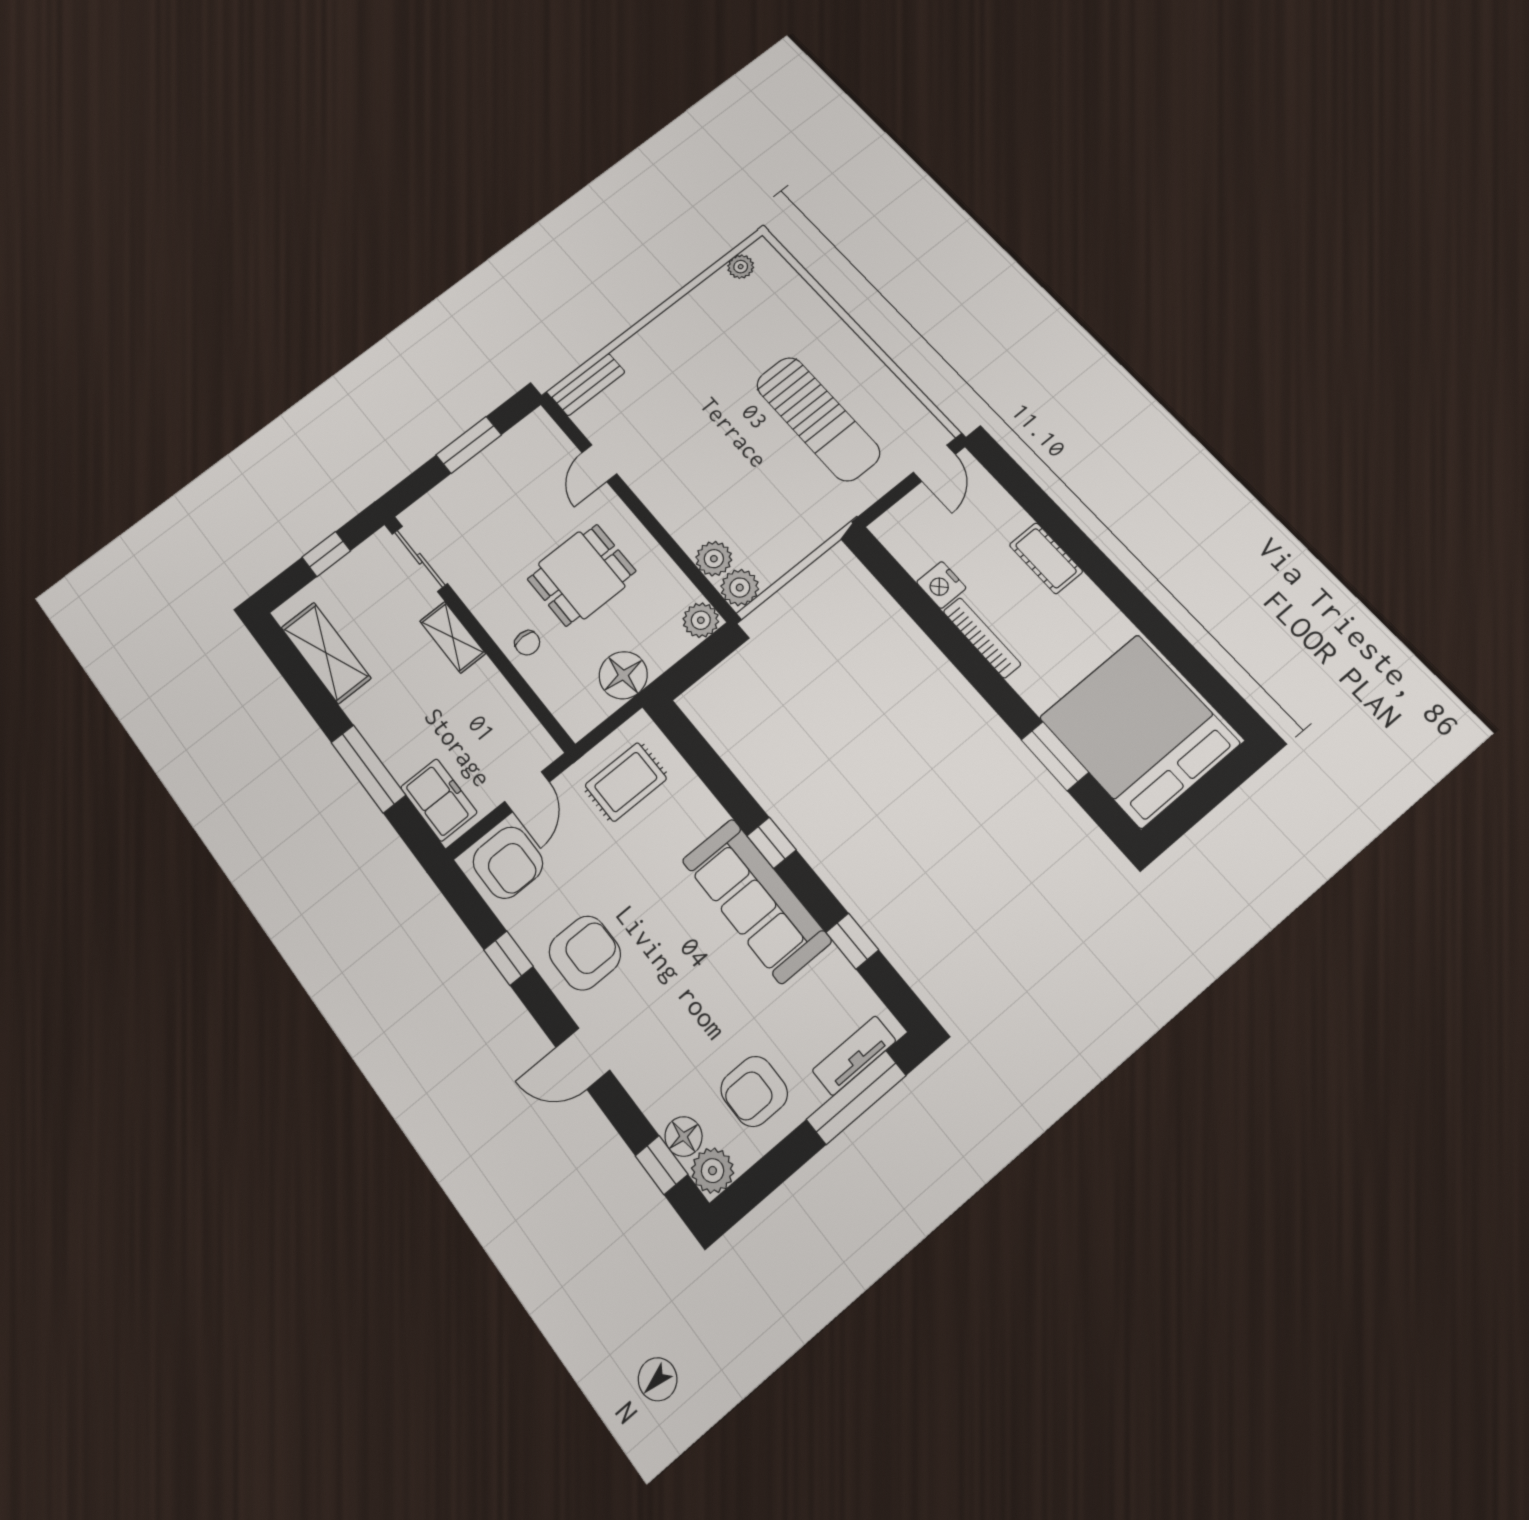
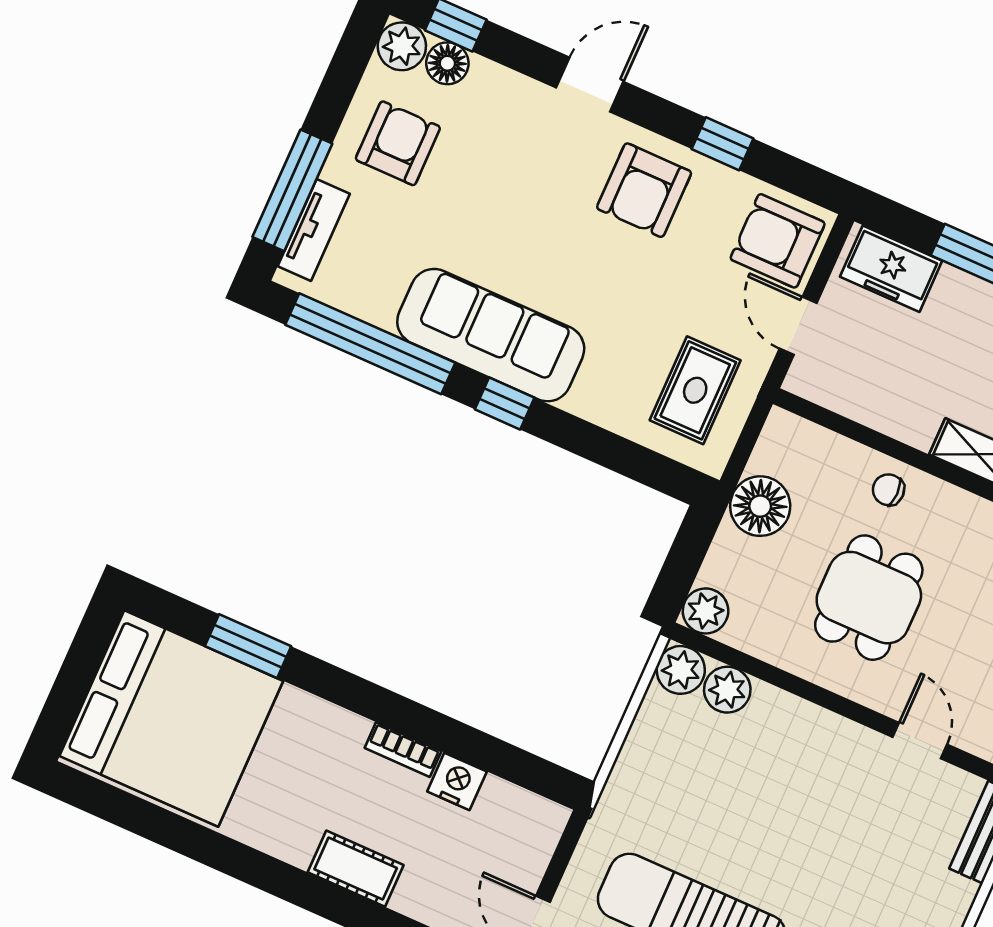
bookcase: (982, 638) -> (403, 750), width x0.64
window: (852, 941) -> (370, 344), width x3.17

